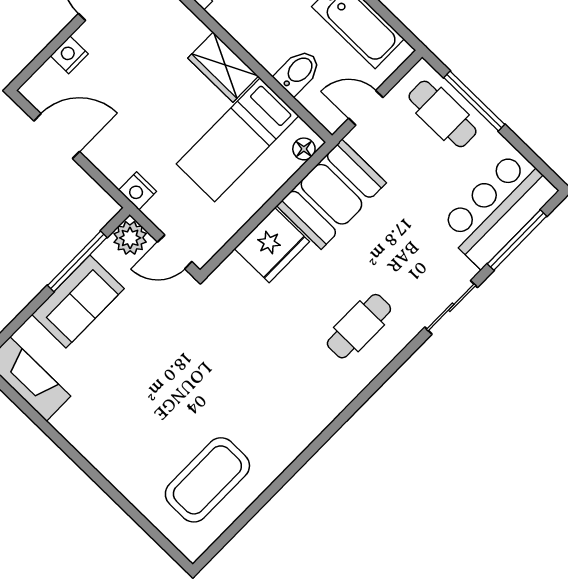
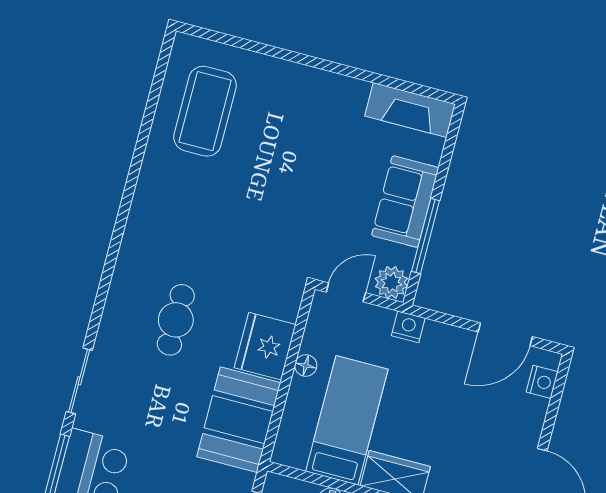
nightstand: (69, 55) -> (542, 382), moved
floor lamp: (304, 149) -> (306, 366), moved
cafe table: (359, 326) -> (176, 320), moved

